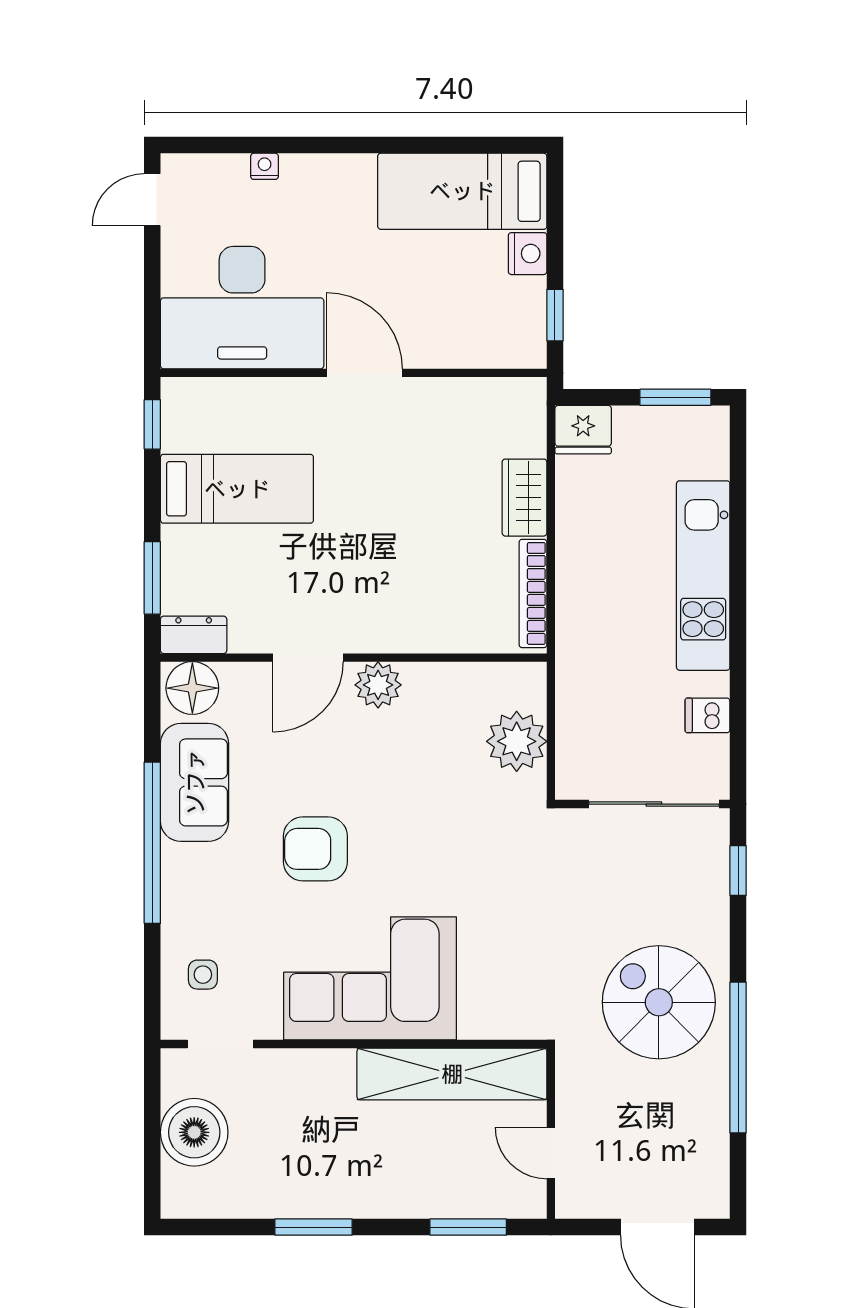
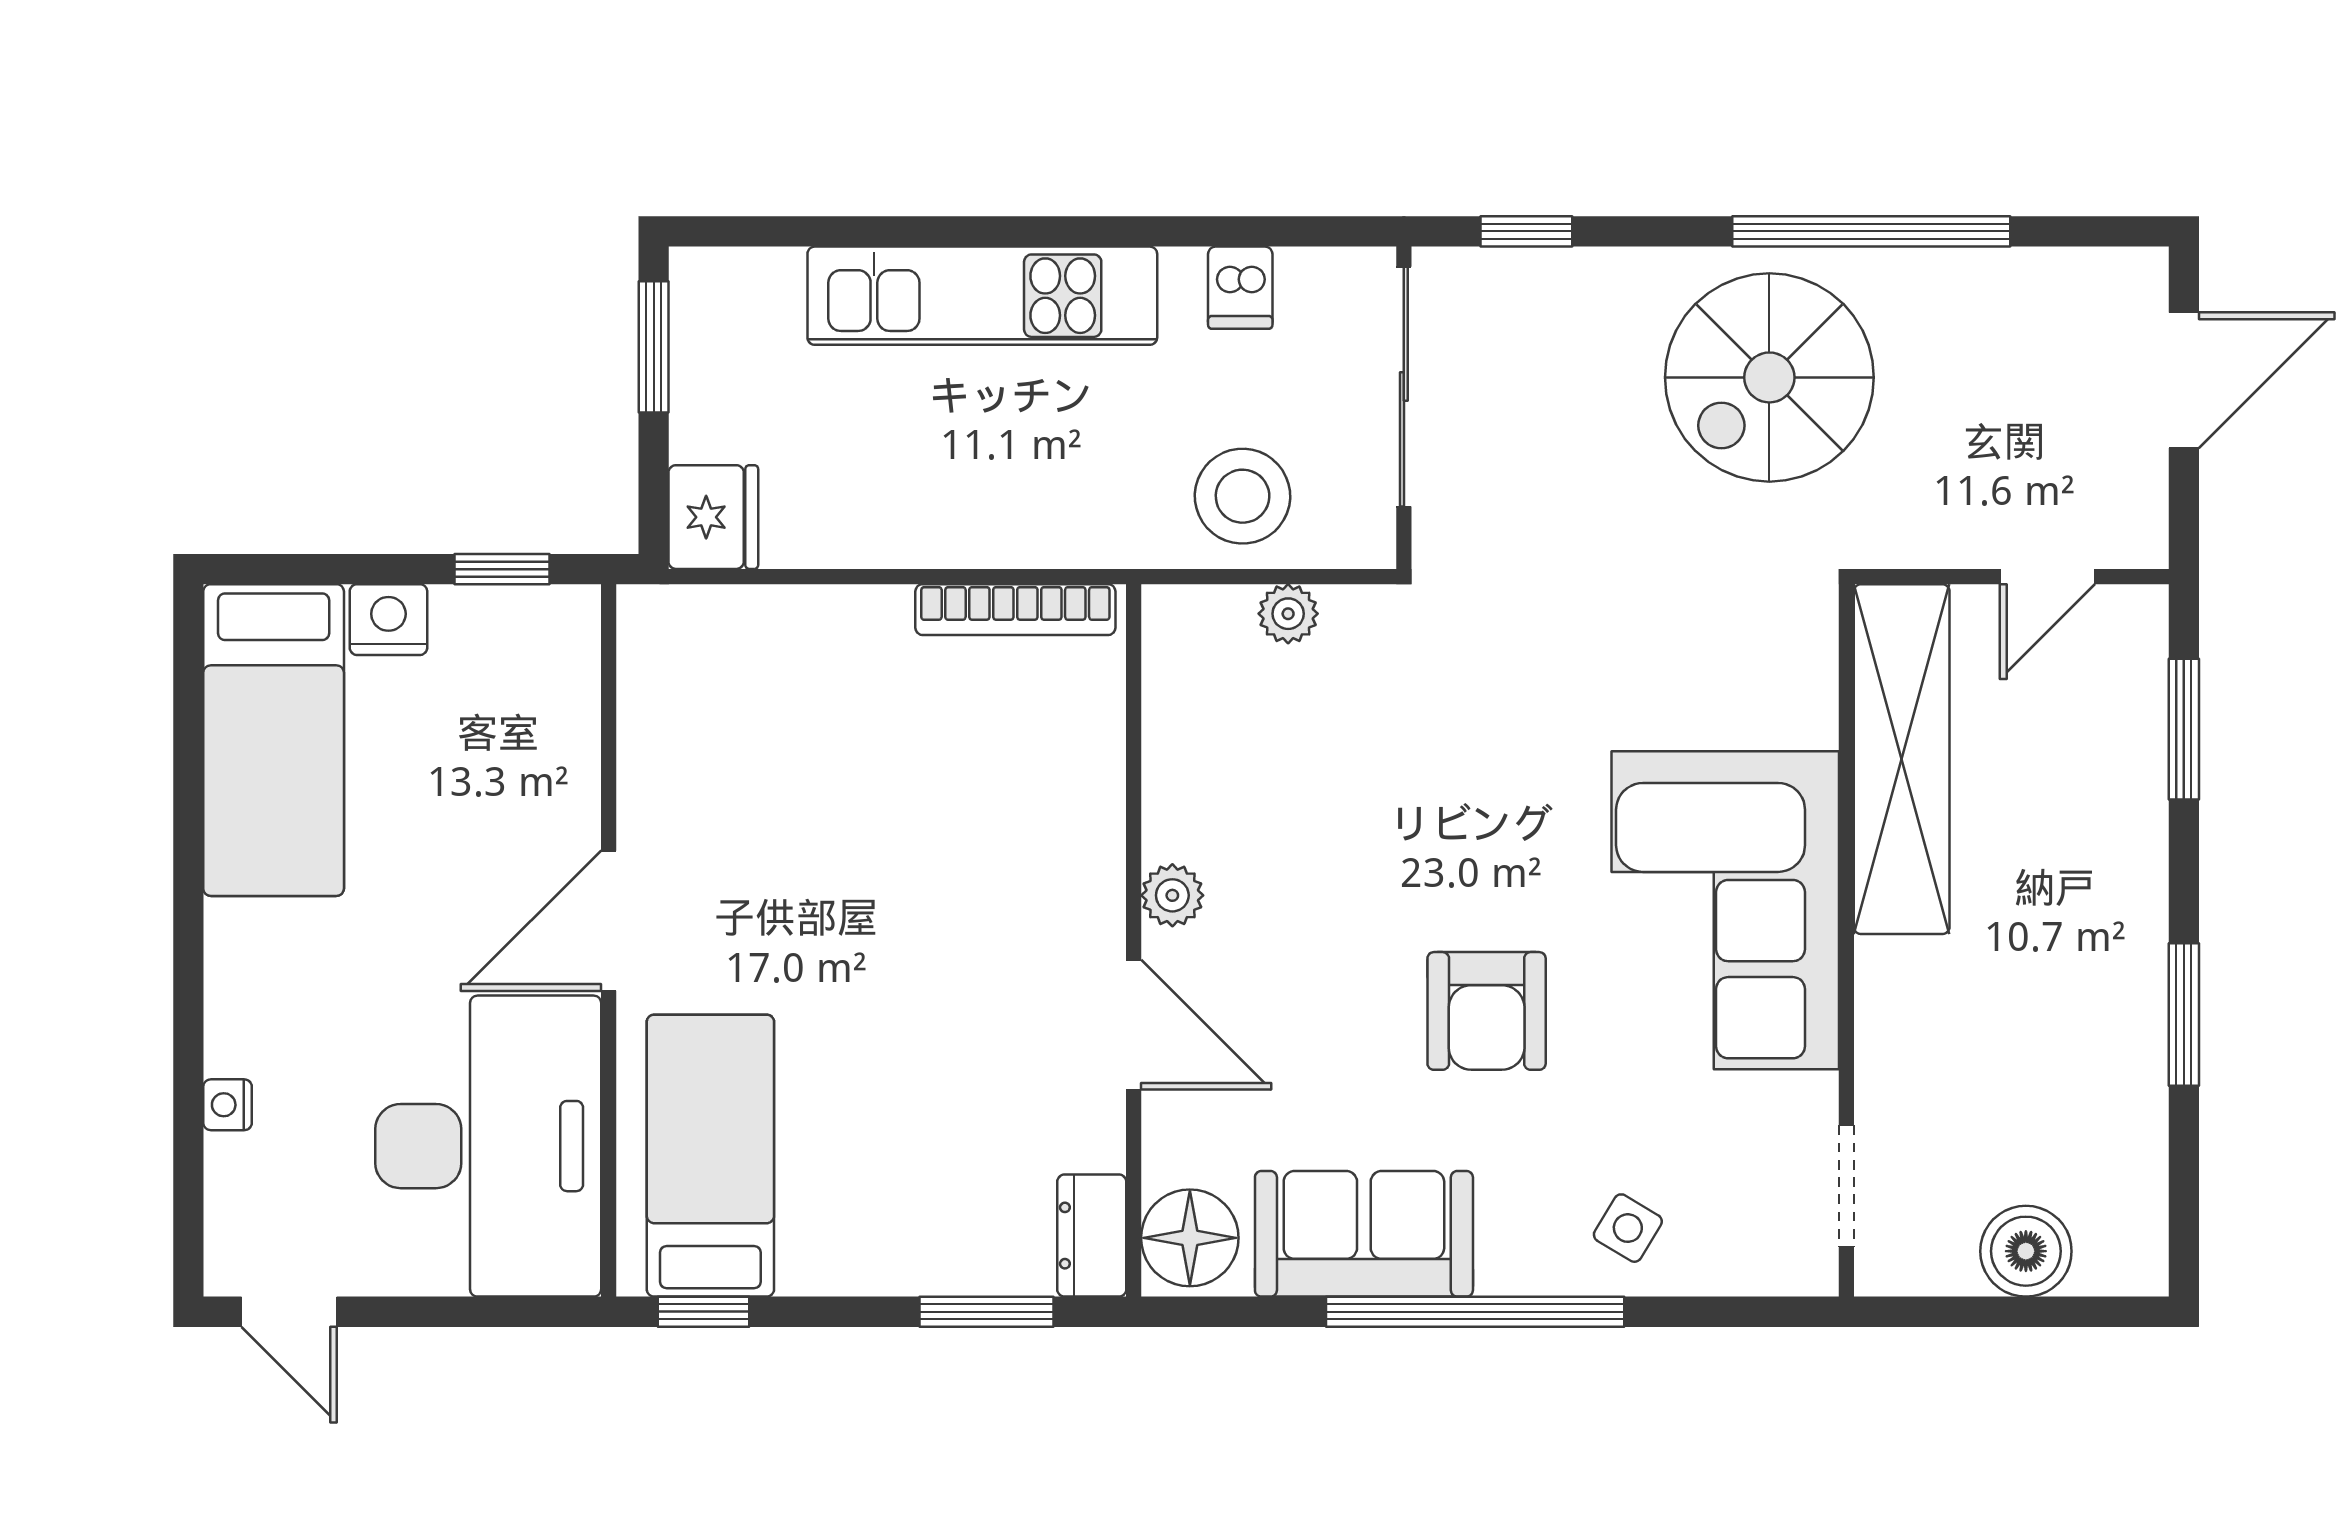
bed: (237, 489) -> (710, 1156), moved
wardrobe: (525, 498) -> (838, 625), removed
plant: (378, 685) -> (1172, 895), width x0.73, depth x0.73
stool: (594, 717) -> (1243, 496), added
plant: (517, 741) -> (1288, 614), width x0.53, depth x0.53
side table: (203, 975) -> (1628, 1228), moved, turned 31
boiler: (194, 1132) -> (2026, 1251), width x0.73, depth x0.73

